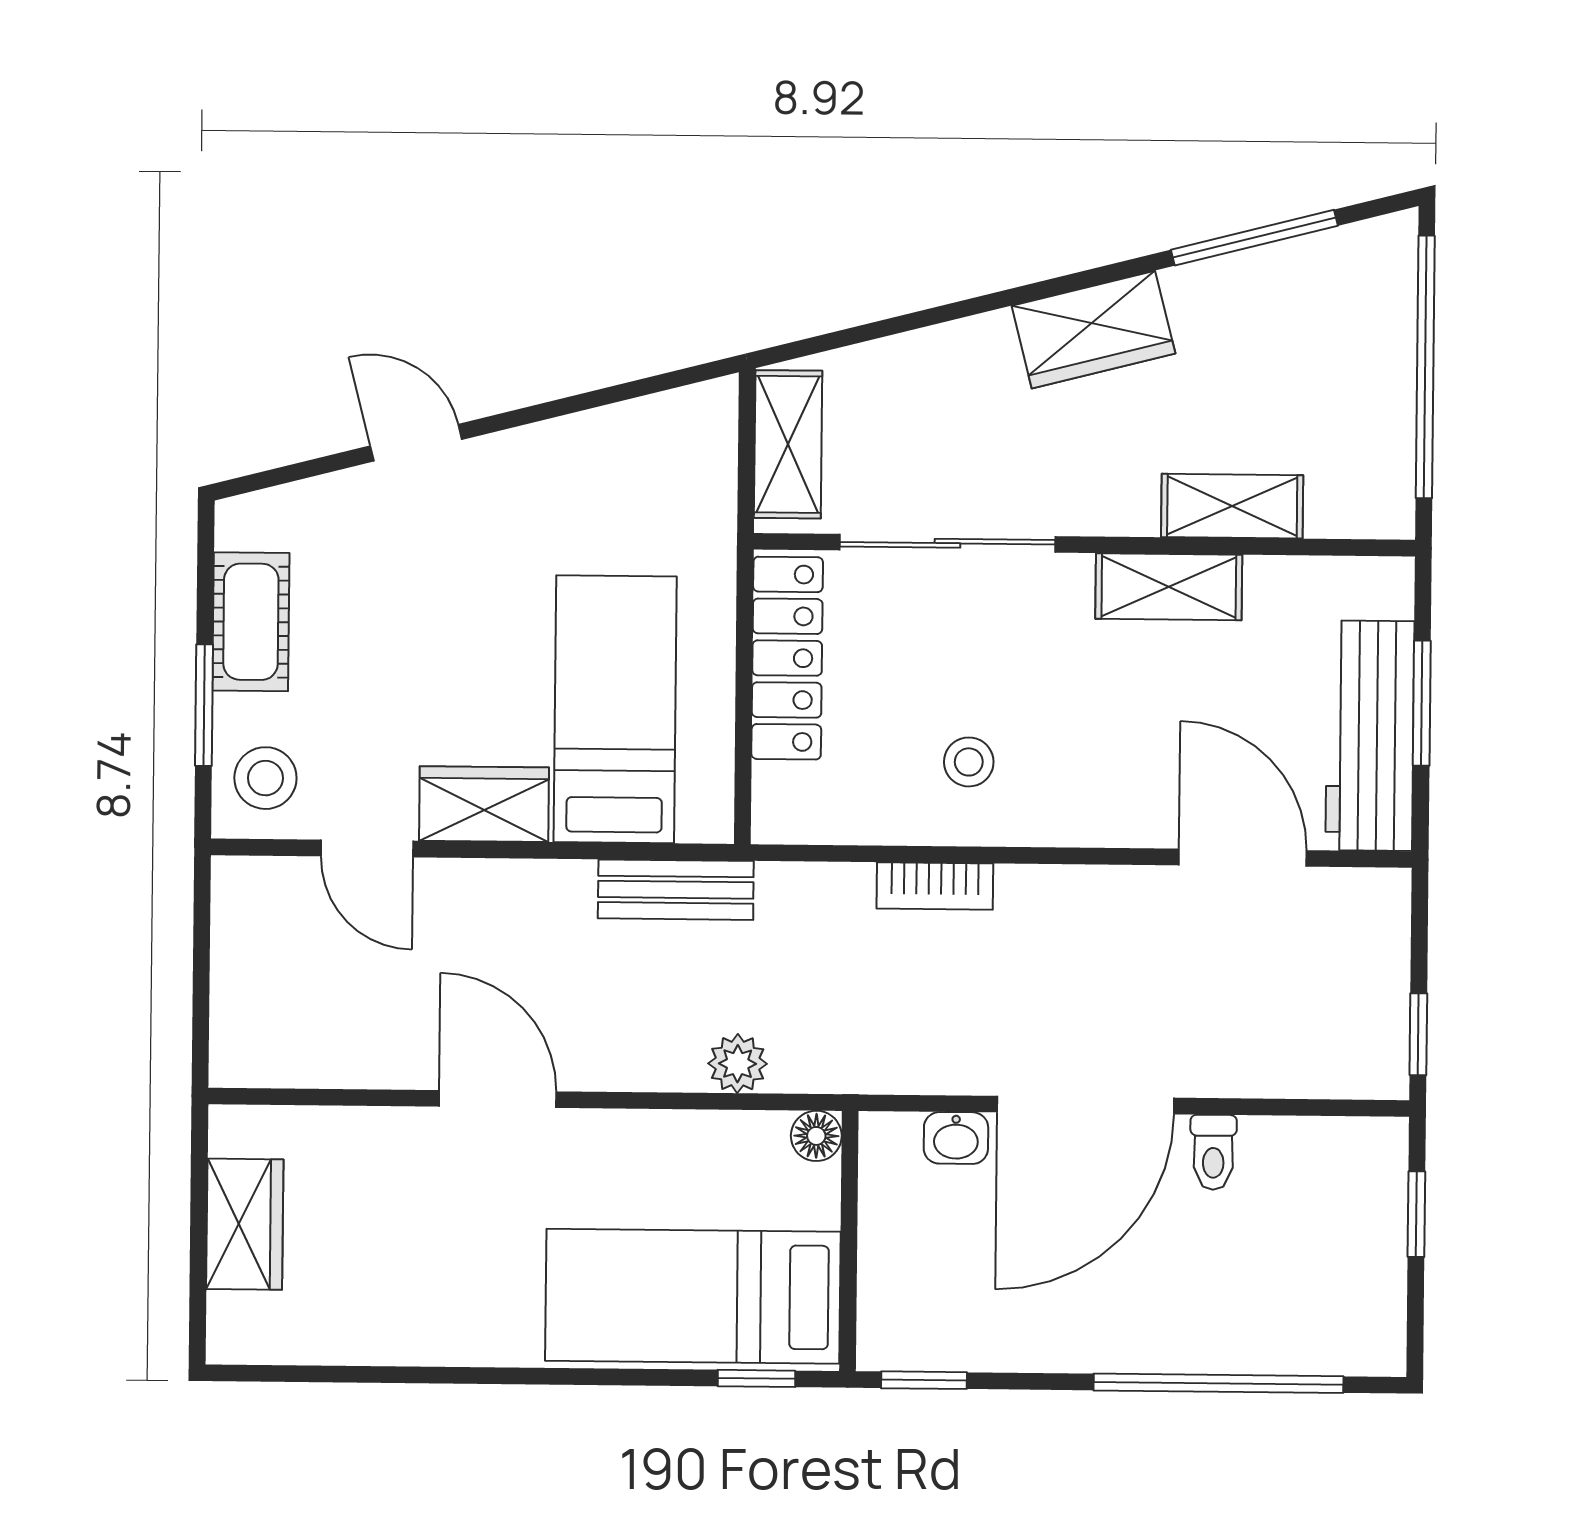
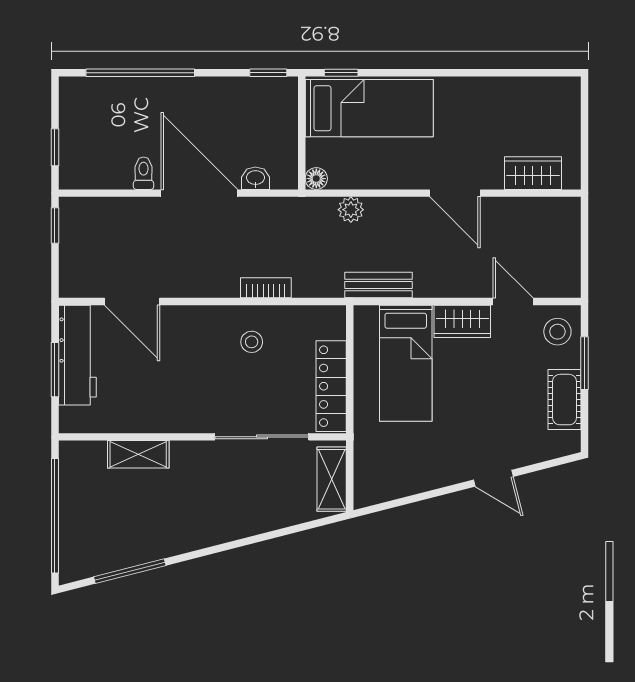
wardrobe: (1093, 330) -> (199, 530), removed
shelving: (1169, 587) -> (165, 419), removed
door: (1085, 1105) -> (199, 193), hinge flipped
wardrobe: (245, 1224) -> (533, 173), moved, turned 90

